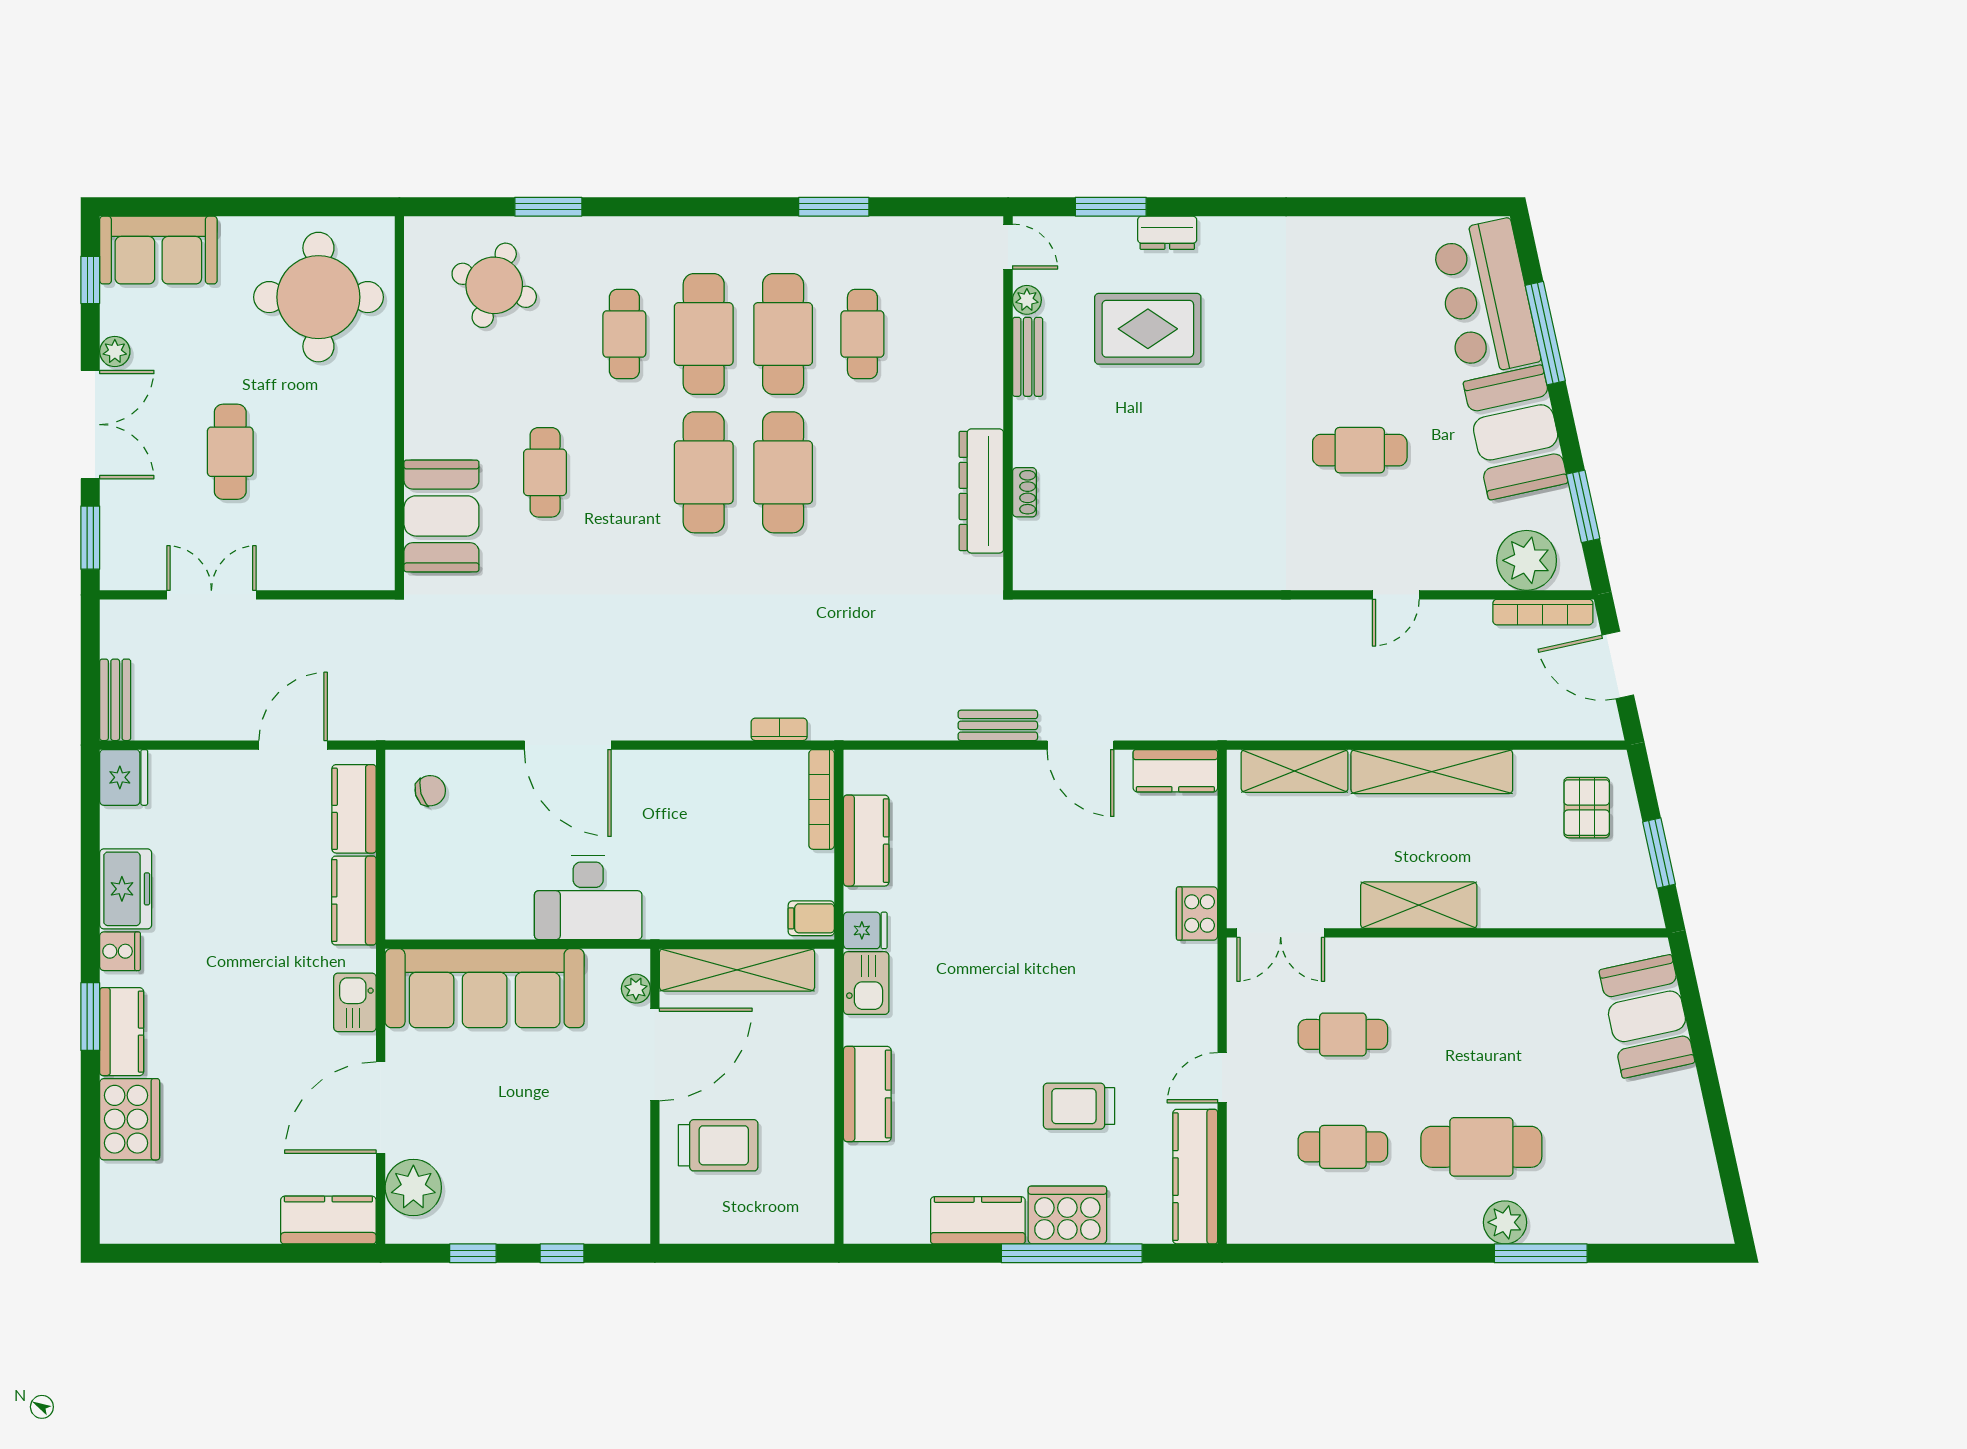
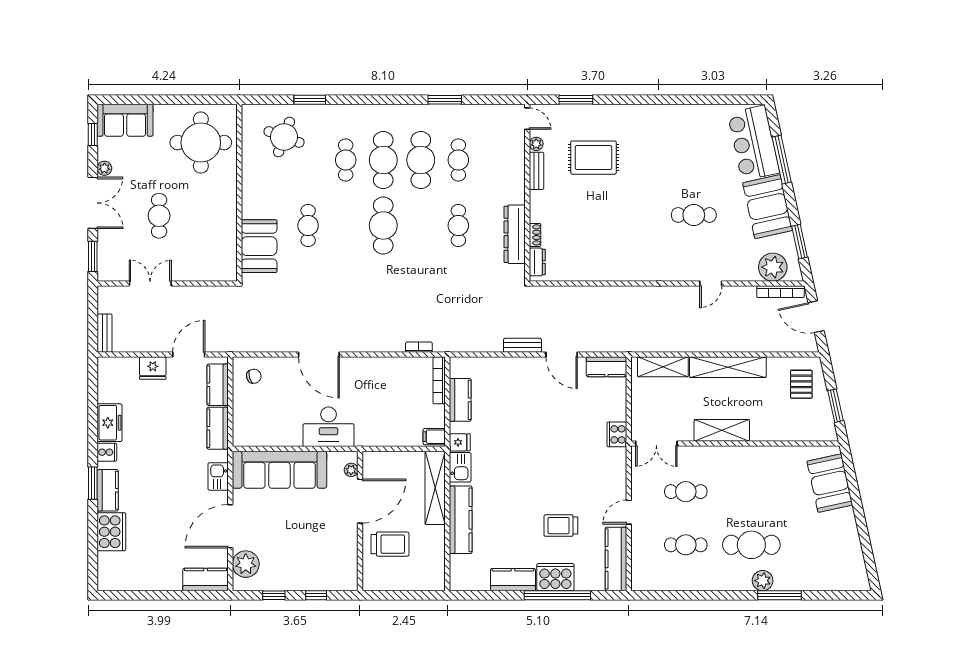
dresser: (1167, 233) -> (537, 262), moved, turned -90
cafe table: (783, 472) -> (458, 226), moved, width x0.73, depth x0.74
fridge: (124, 777) -> (153, 368), moved, turned 90
shelving: (737, 970) -> (435, 488), moved, turned 90
kitchen counter: (867, 1094) -> (461, 520), width x1.50

